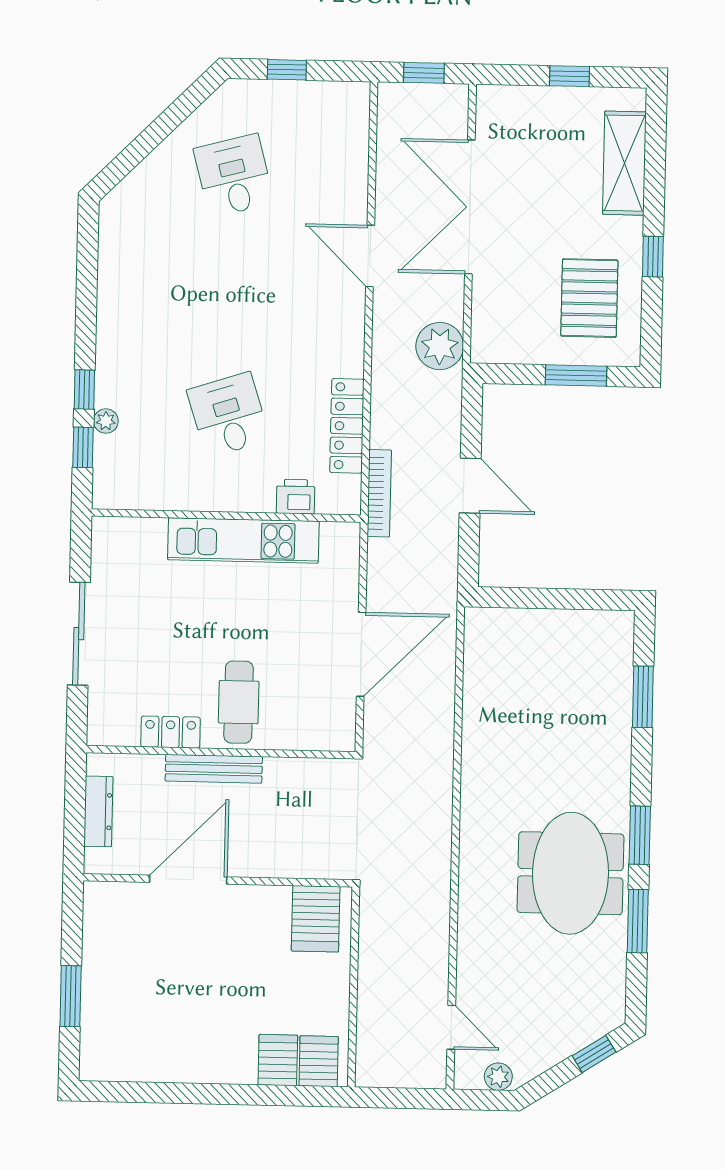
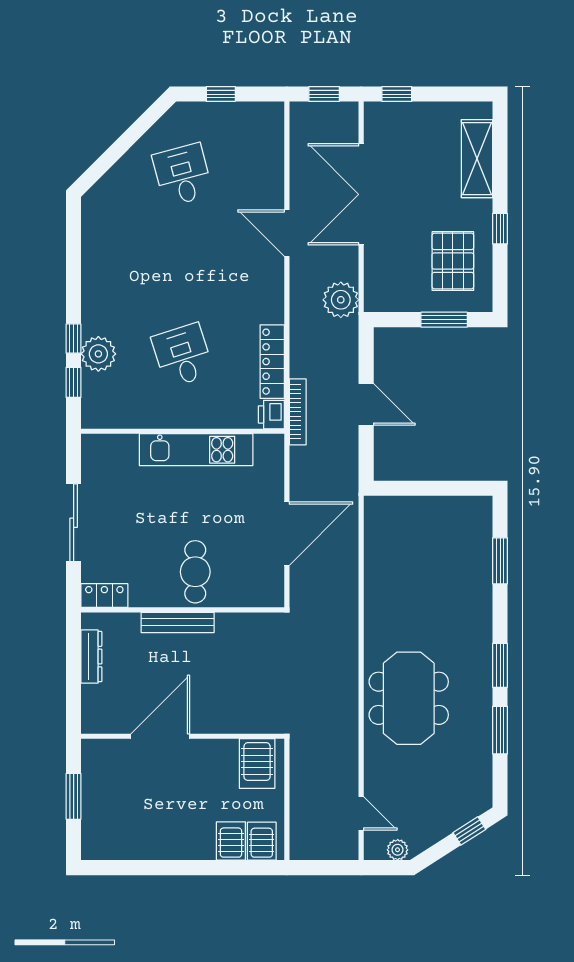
window: (569, 76) -> (397, 94), moved
plant: (106, 421) -> (98, 354), width x1.88, depth x1.88
printer: (296, 497) -> (271, 415), moved, turned -90
locker: (170, 732) -> (104, 595), moved
meeting table: (570, 873) -> (409, 698), moved
door: (188, 880) -> (160, 736), moved
wall: (218, 880) -> (183, 736), moved
server rack: (316, 919) -> (257, 764), moved

